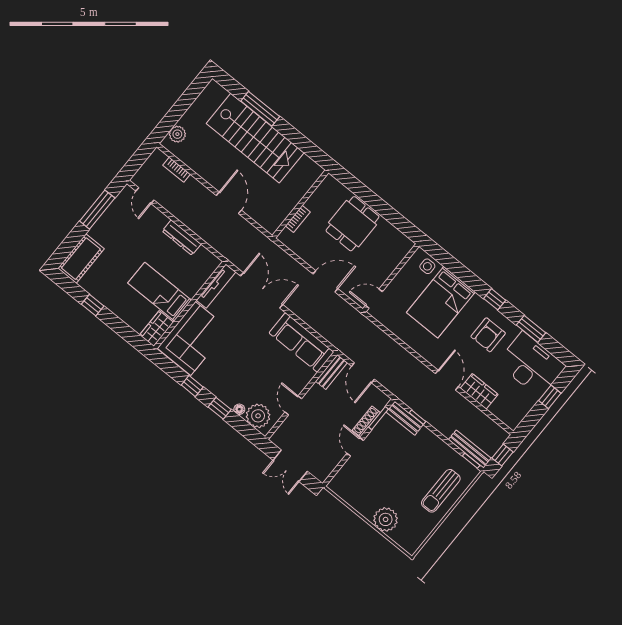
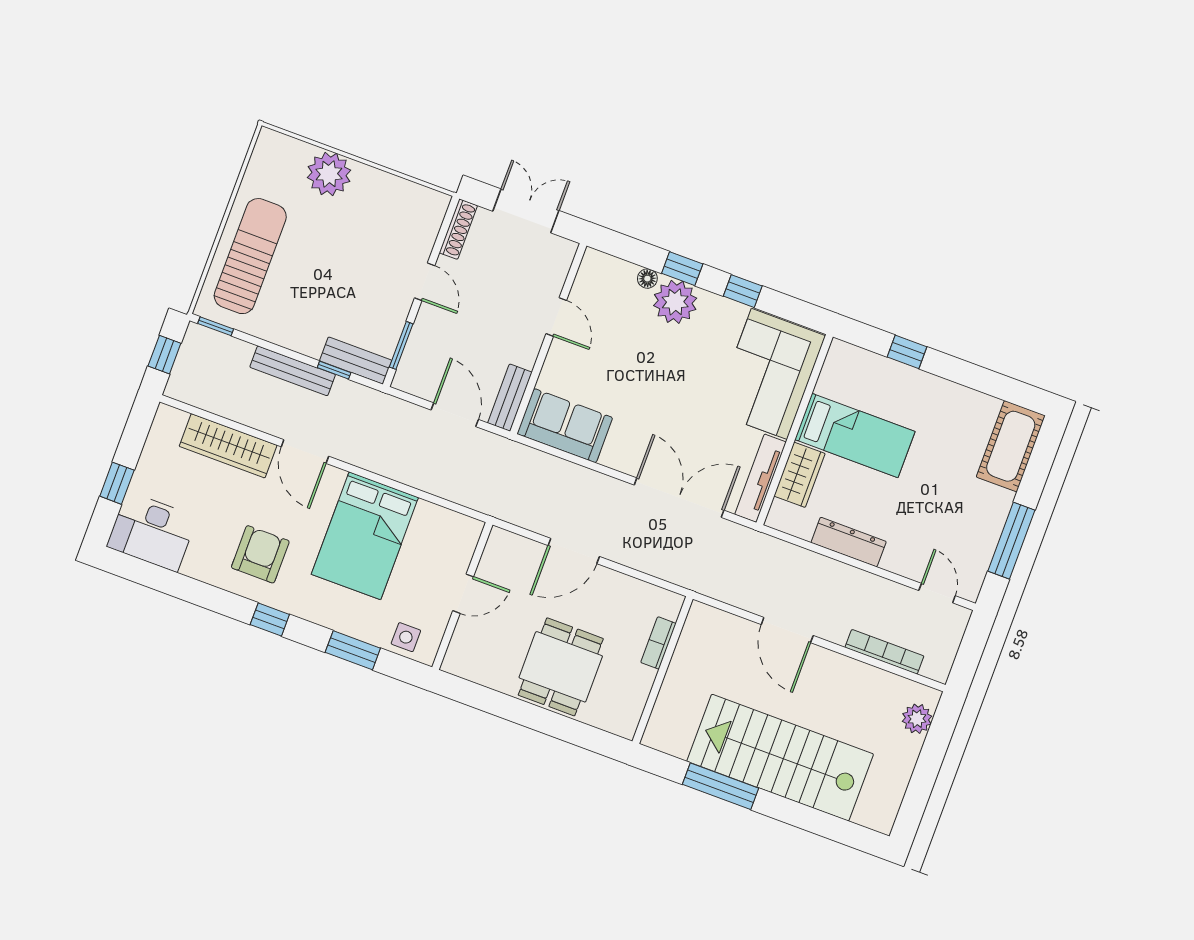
window: (260, 109) -> (721, 786), moved
bookcase: (177, 170) -> (884, 652), width x1.56
double door: (262, 290) -> (679, 498), swing flipped
door: (374, 299) -> (463, 594), moved
bed: (441, 302) -> (365, 536), moved, turned 180
window: (93, 305) -> (907, 352), moved
wardrobe: (157, 329) -> (799, 475), moved
window: (531, 329) -> (353, 650), moved
sofa: (301, 342) -> (565, 426), width x0.73
desk: (531, 365) -> (152, 532), width x0.73, depth x0.77
wardrobe: (479, 391) -> (228, 446), width x1.50
plant: (258, 416) -> (675, 302), moved
shoe rack: (366, 421) -> (458, 229), moved
bench: (470, 449) -> (293, 371), moved
sun lounger: (441, 491) -> (250, 256), width x1.36, depth x1.34

